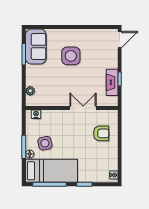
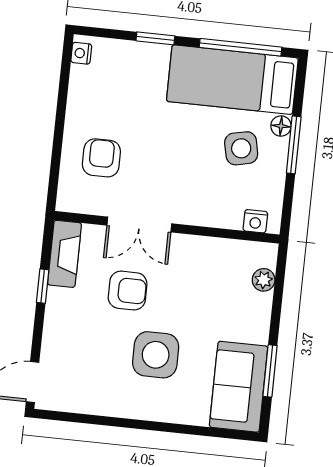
armchair: (85, 81) -> (128, 291), added
fireplace: (112, 82) -> (64, 254), moved
armchair: (101, 133) -> (101, 158), turned 90

